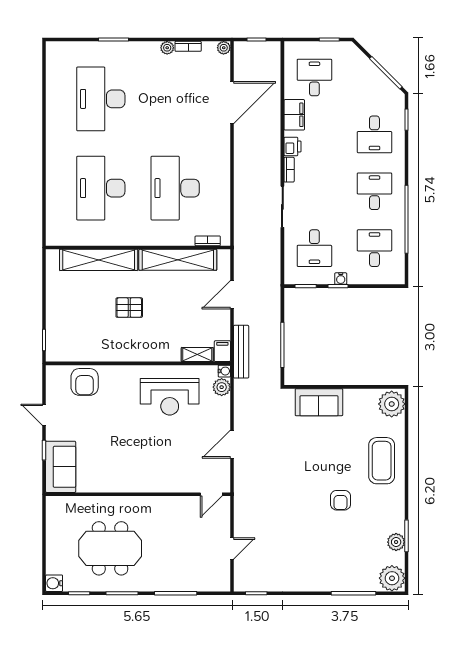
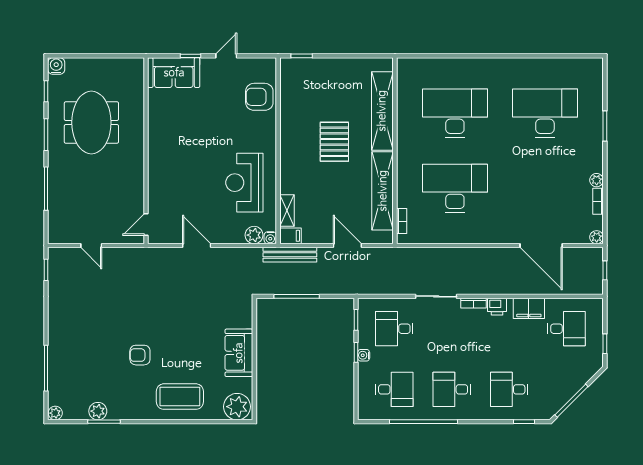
desk: (374, 191) -> (452, 389), turned 180
pallet: (129, 308) -> (334, 142), width x1.50, depth x1.42
sofa: (319, 402) -> (239, 353), moved
door: (211, 494) -> (146, 225), hinge flipped
plant: (392, 578) -> (55, 413), width x0.53, depth x0.53

